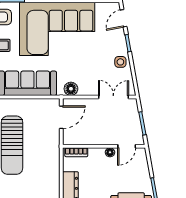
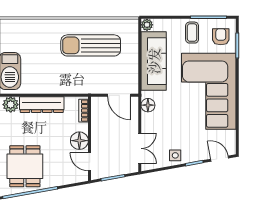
floor lamp: (110, 152) -> (79, 141), width x1.89, depth x1.89

